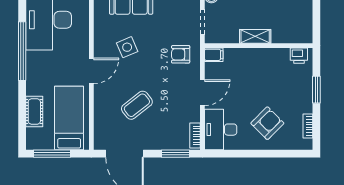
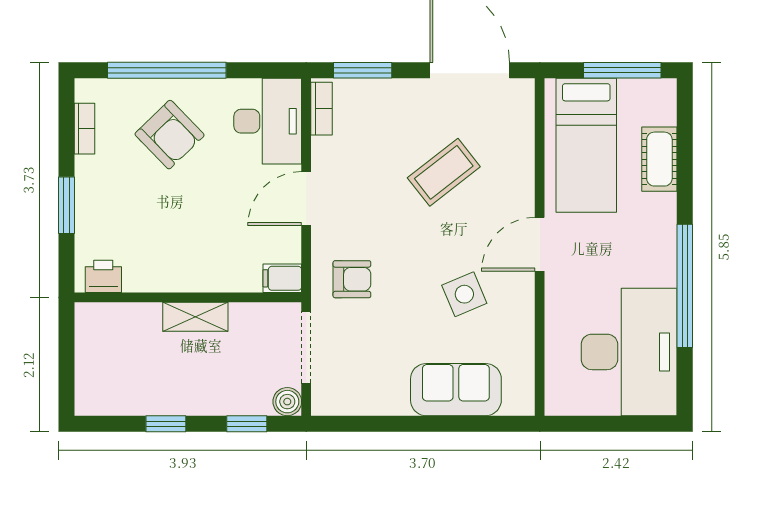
doorway: (202, 22) -> (306, 347), width x1.38
armchair: (267, 123) -> (170, 135), turned -89
window: (269, 154) -> (167, 70), added

